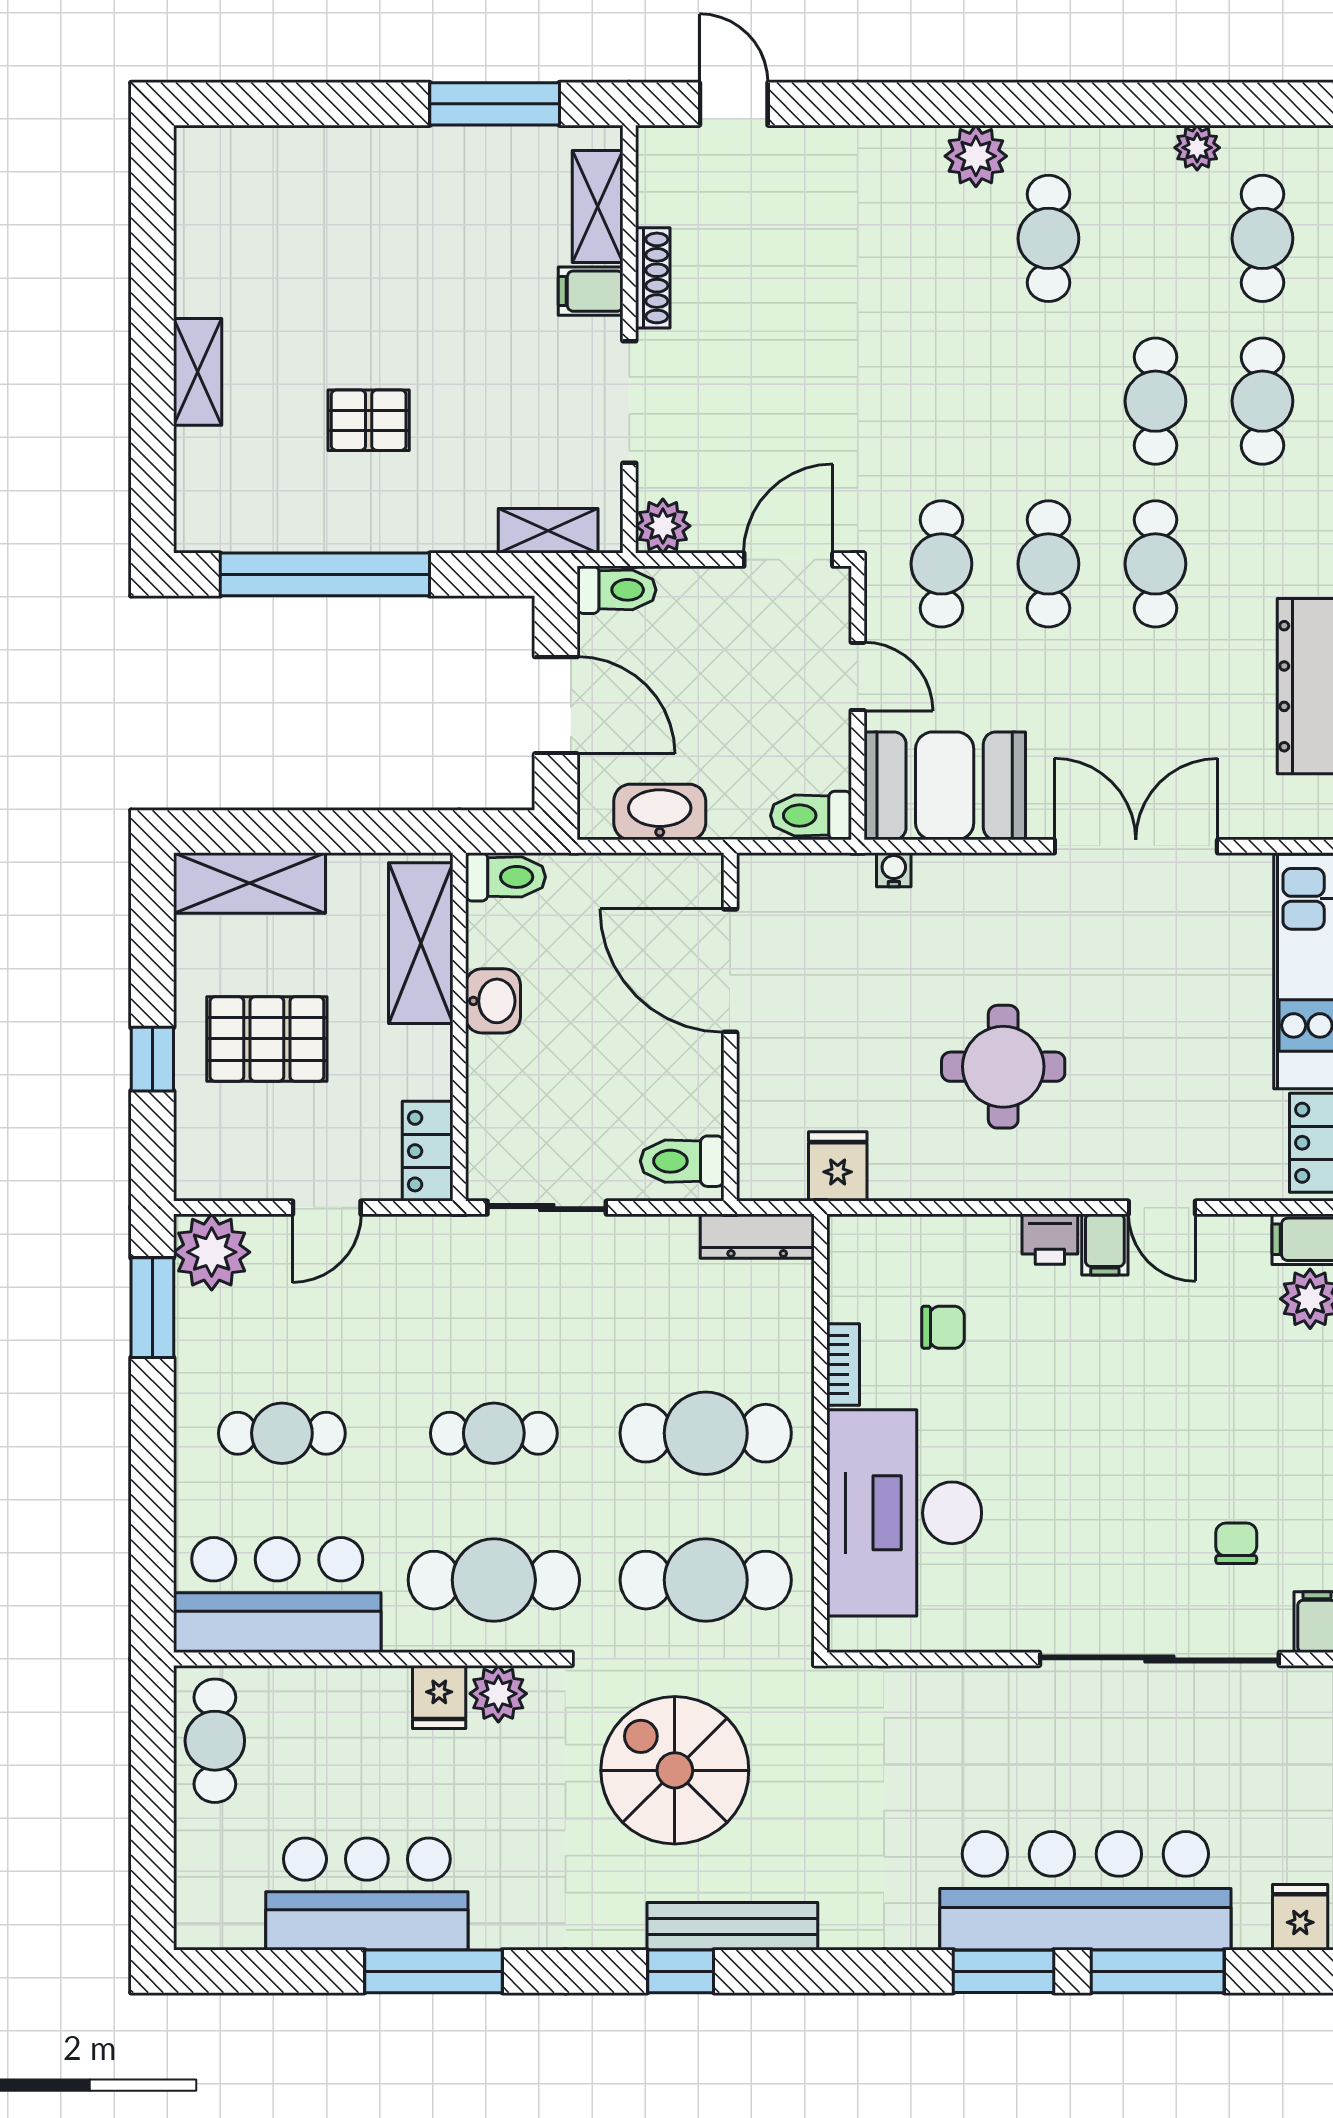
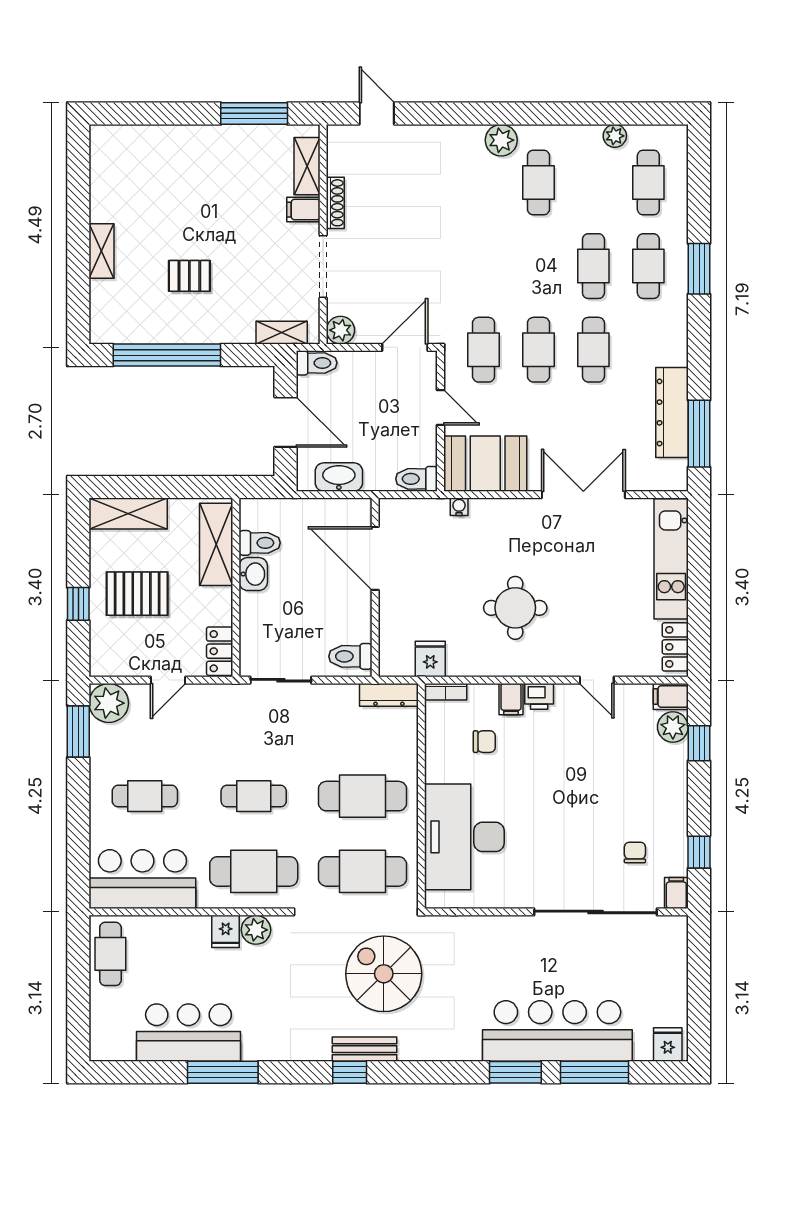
toilet: (505, 877) -> (260, 543), moved
filing cabinet: (1105, 1245) -> (511, 699), moved
bookcase: (843, 1364) -> (446, 692), moved, turned 90
spiral stairs: (675, 1770) -> (384, 974), moved
bench: (732, 1926) -> (365, 1049), width x0.73

